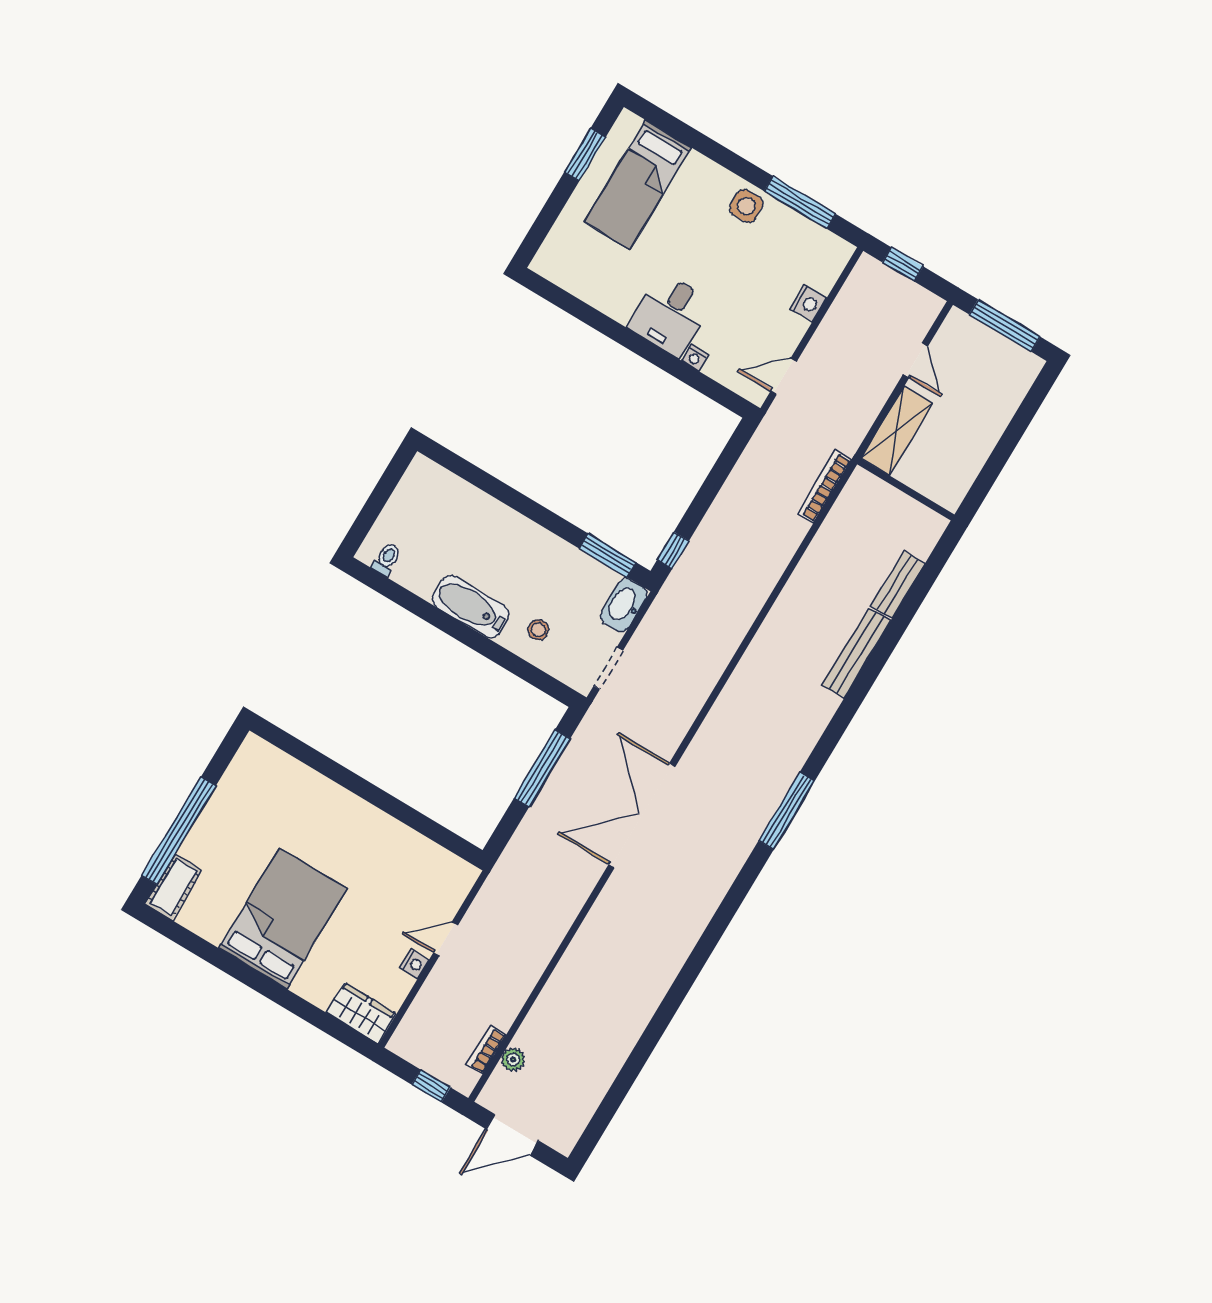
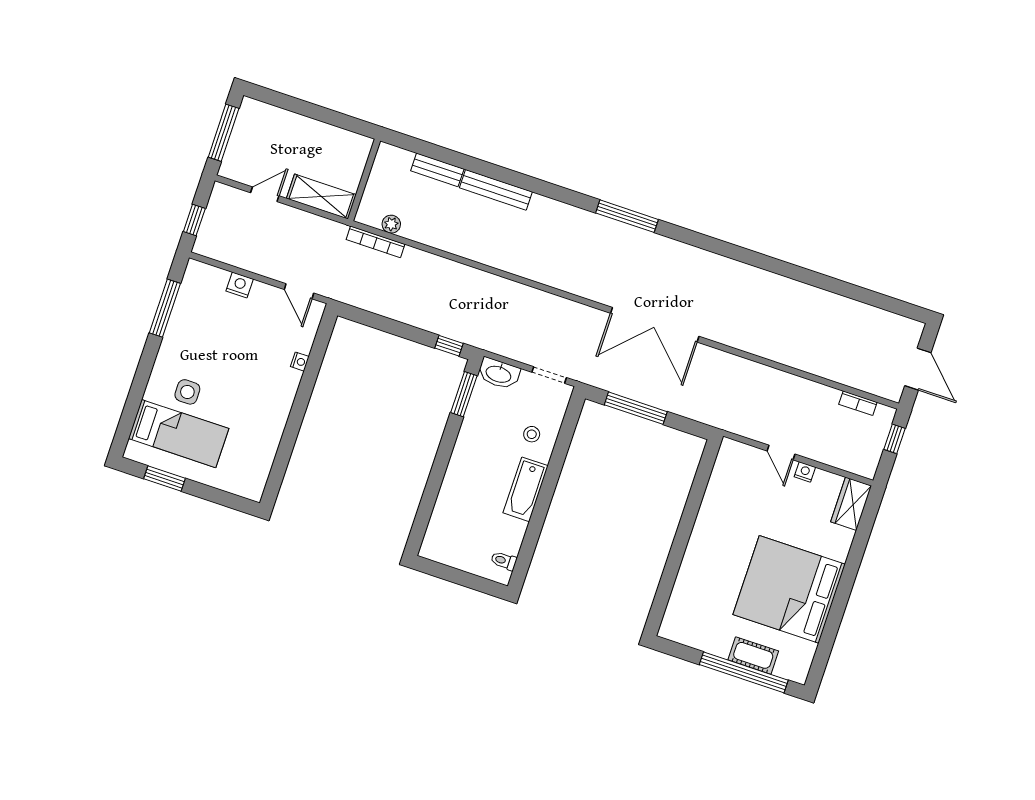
side table: (746, 206) -> (187, 392), moved
desk: (670, 314) -> (271, 388), removed
cot: (174, 887) -> (753, 655), moved
bed: (283, 918) -> (789, 589), width x1.36
plant: (513, 1060) -> (391, 224), moved

